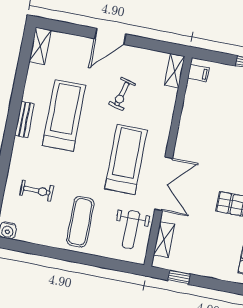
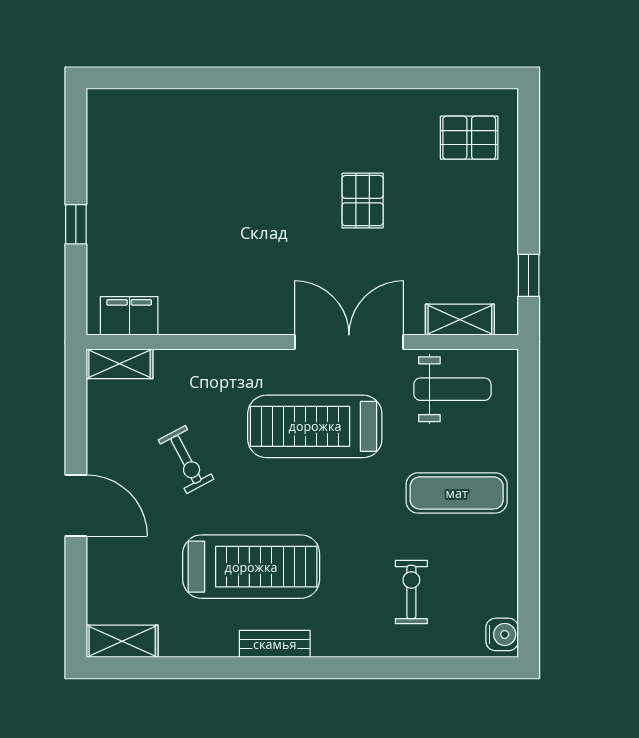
filing cabinet: (198, 73) -> (129, 316), width x2.00
exercise bike: (122, 94) -> (186, 459), turned 47
treadmill: (64, 115) -> (251, 567), turned 180

